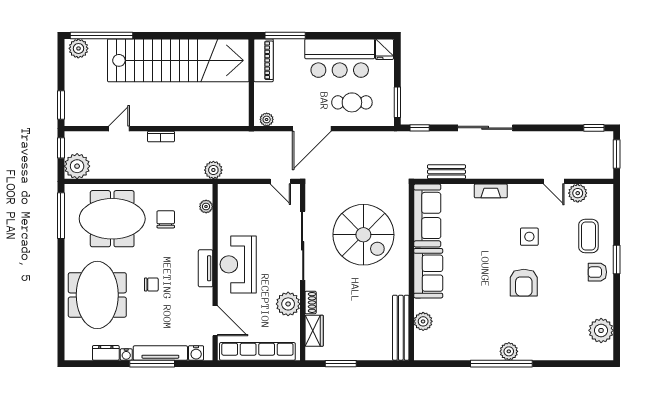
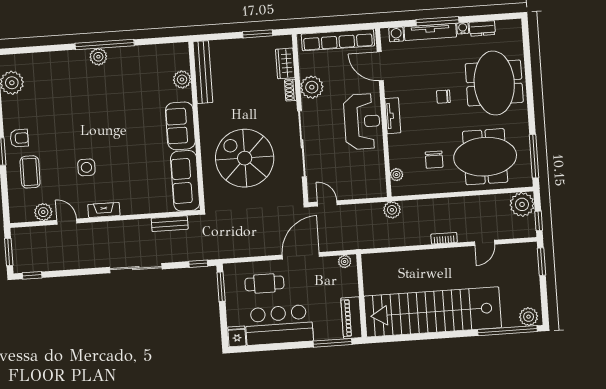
fireplace: (491, 191) -> (104, 210), moved
armchair: (524, 283) -> (89, 123), removed

